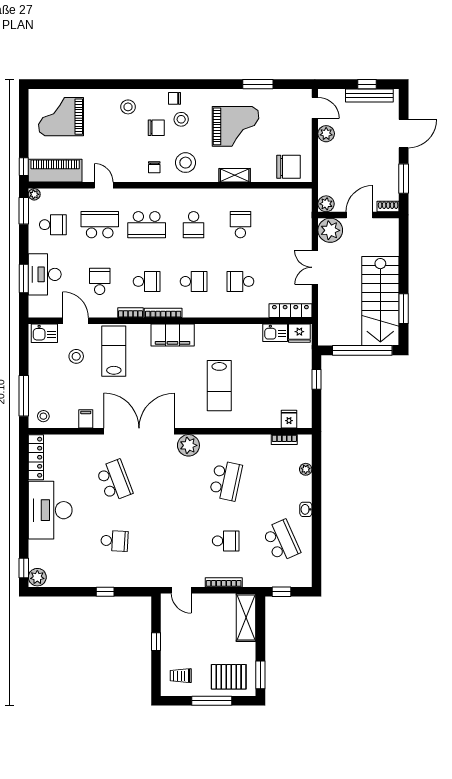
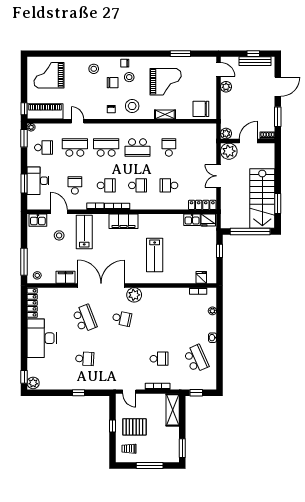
chair: (289, 167) -> (201, 109), turned 180
school desk: (147, 225) -> (106, 148), turned 180
school desk: (194, 225) -> (138, 148), width x1.85
filing cabinet: (86, 419) -> (66, 277), width x2.00
school desk: (226, 481) -> (122, 318), moved, width x0.54
pallet: (229, 677) -> (134, 427), moved

